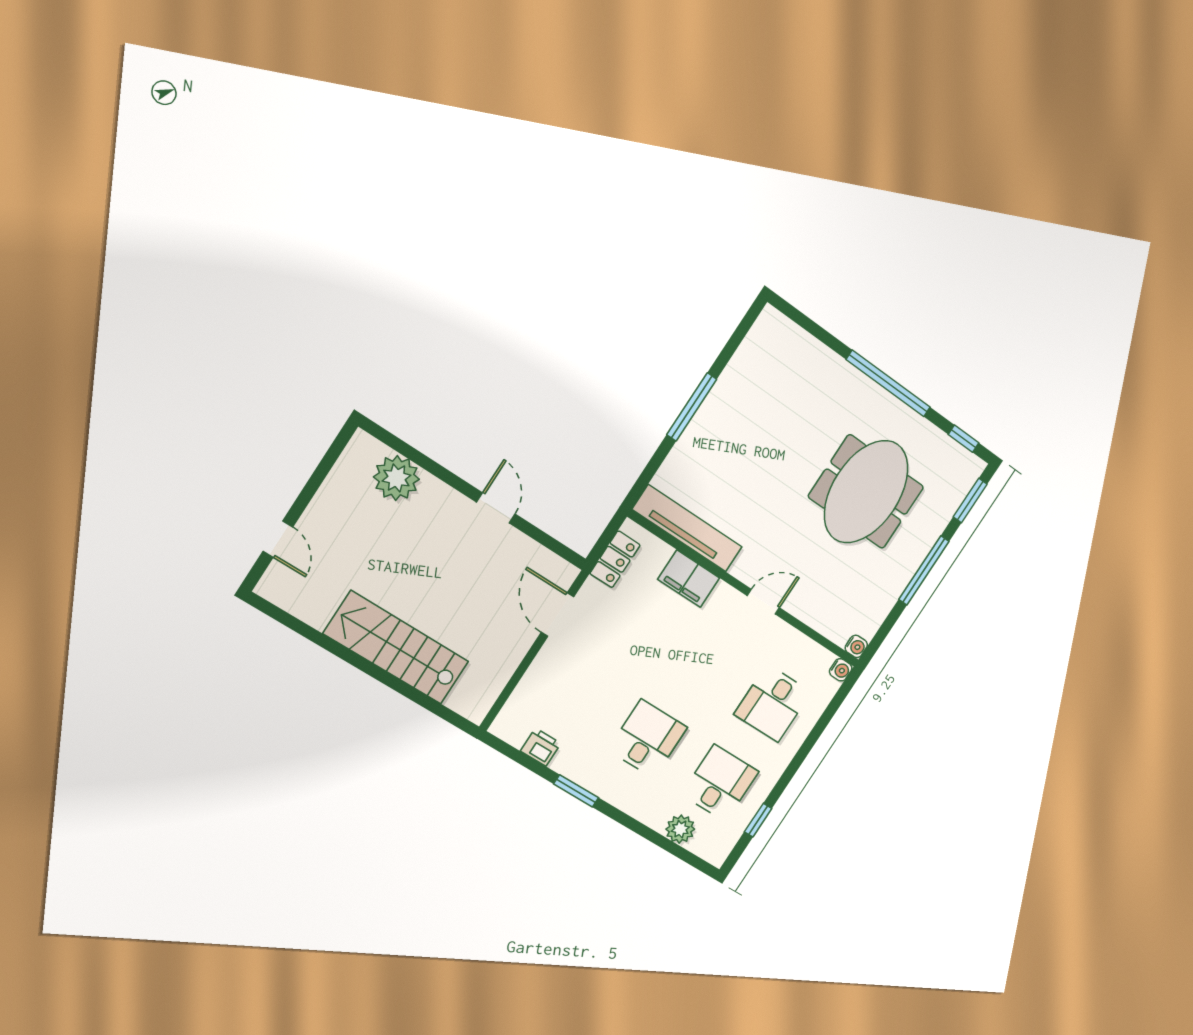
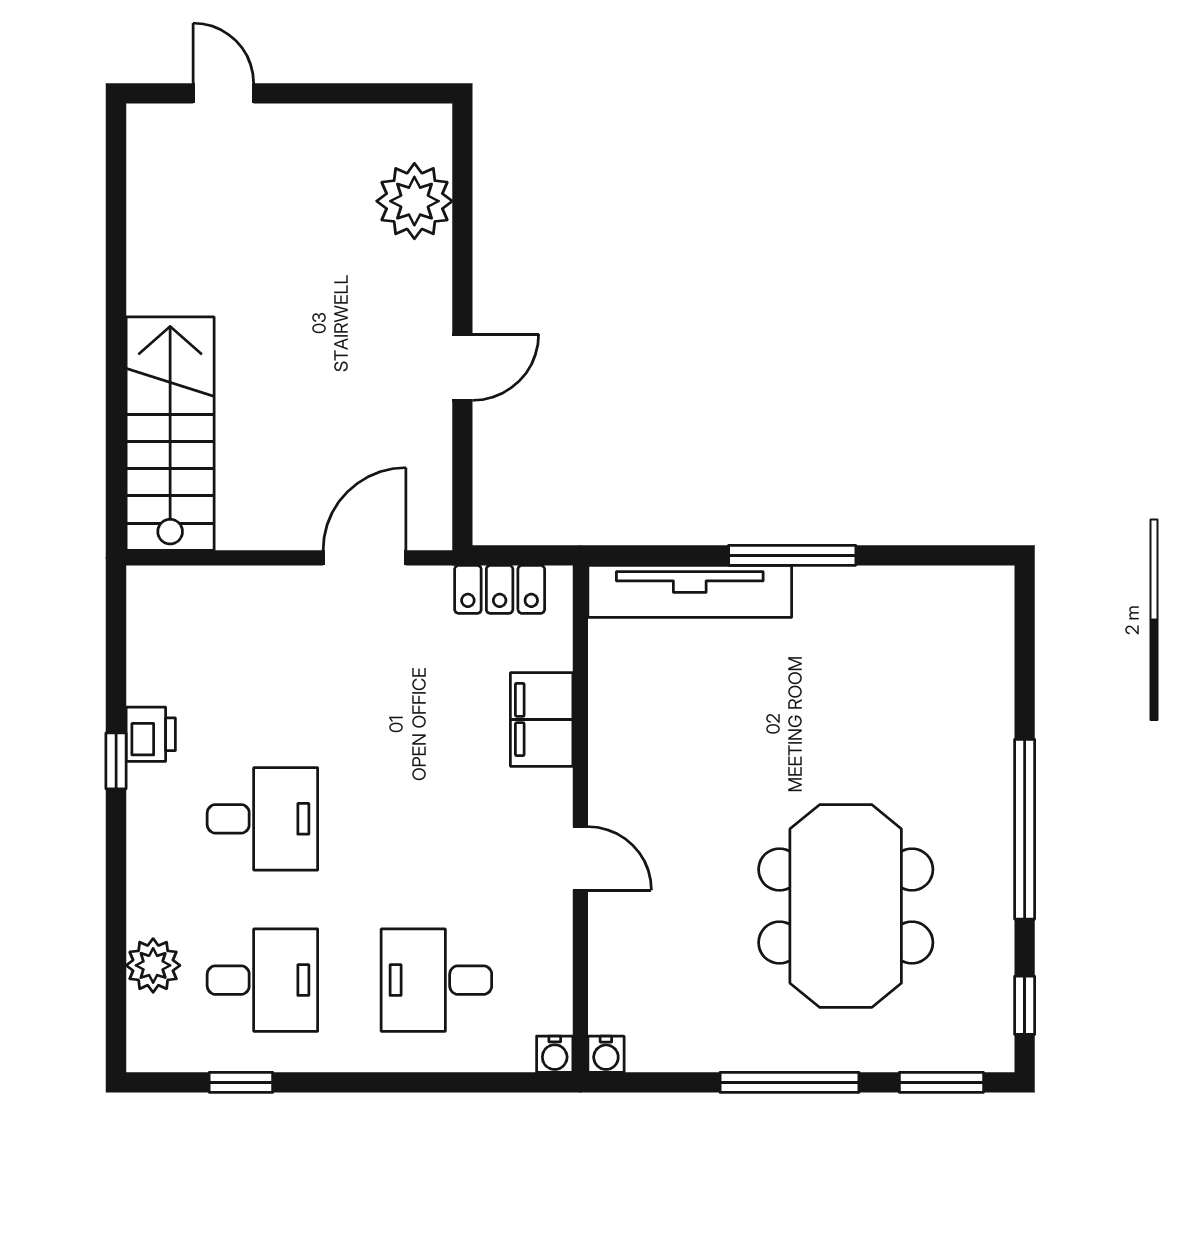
meeting table: (866, 492) -> (846, 906), turned 90
tv unit: (687, 528) -> (690, 591), moved, turned 90
door: (278, 539) -> (223, 93), swing flipped
stairs: (396, 648) -> (170, 434), moved
printer: (541, 747) -> (151, 734), moved
window: (576, 791) -> (116, 761), width x0.67

